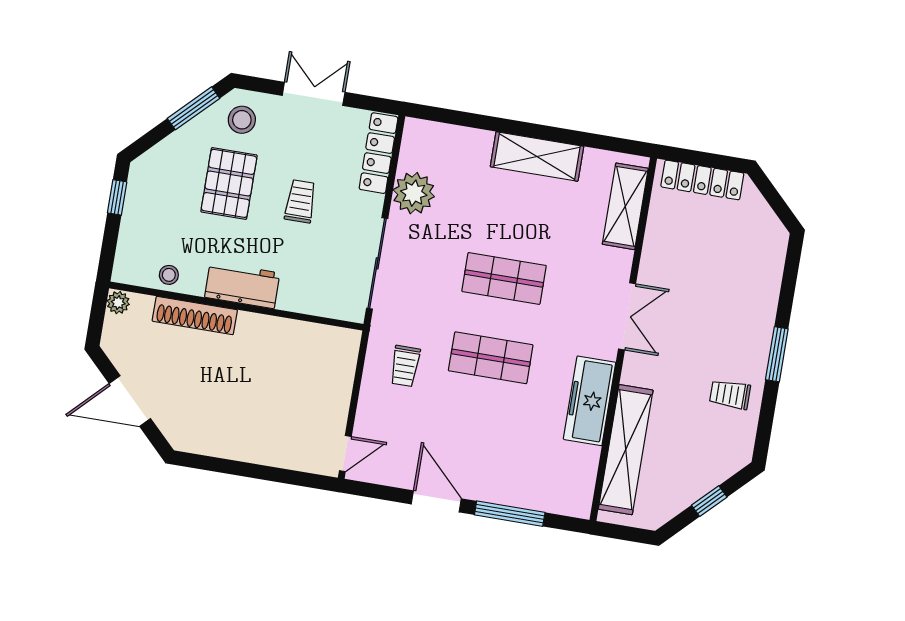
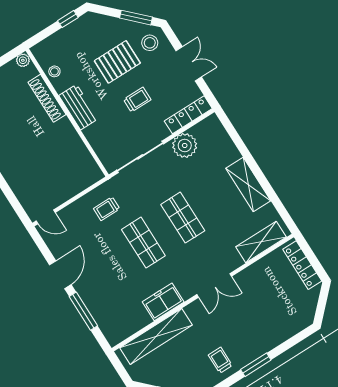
freezer: (590, 401) -> (163, 302), width x0.71

